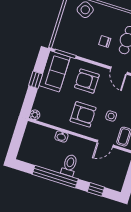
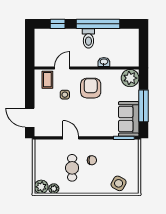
window: (36, 80) -> (143, 106), width x2.17
armchair: (87, 81) -> (97, 119), removed
armchair: (83, 114) -> (91, 88), turned 90
plant: (35, 115) -> (130, 78), width x1.87, depth x1.87

